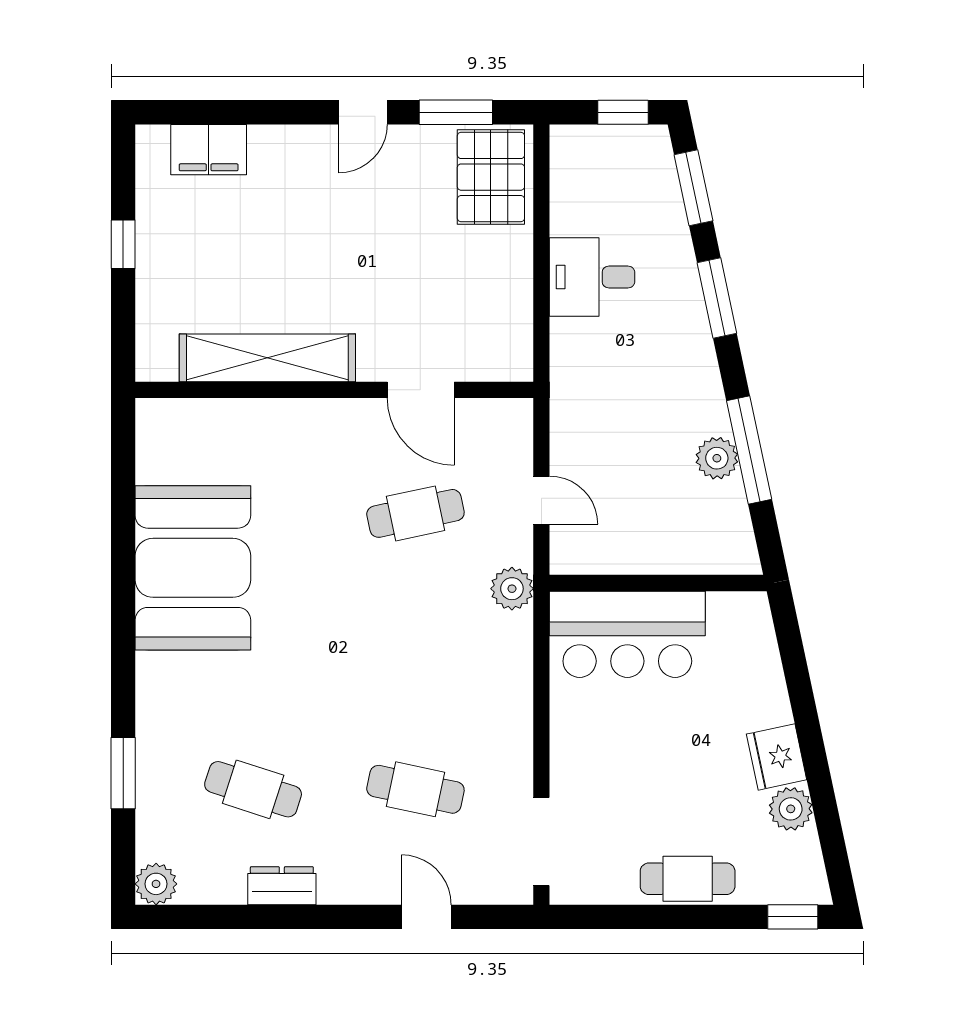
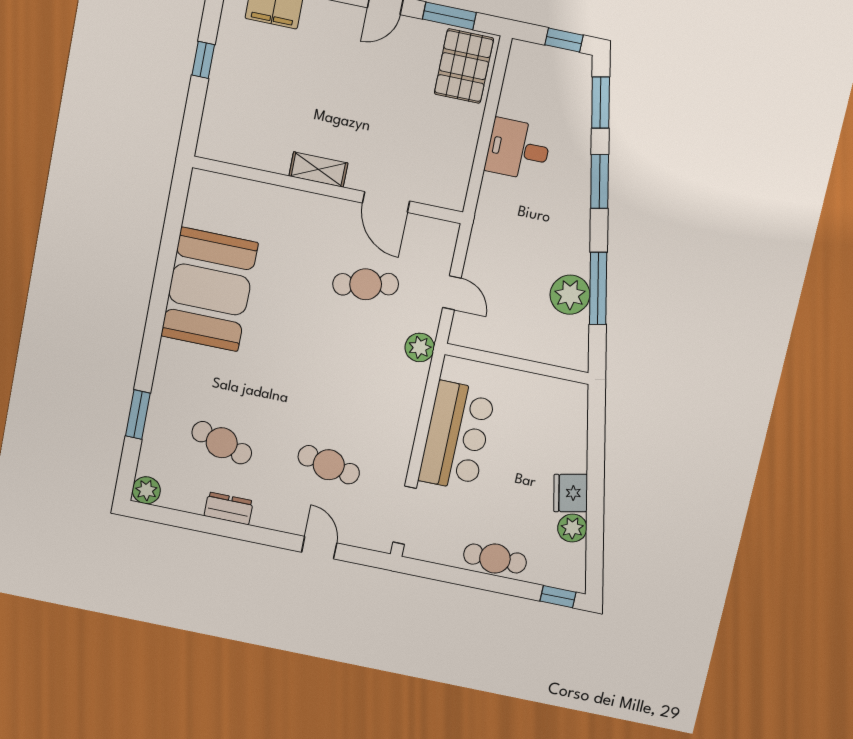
shelving: (267, 358) -> (318, 169), width x0.45, depth x0.75
plant: (717, 458) -> (570, 295), width x1.36, depth x1.36
bar counter: (627, 634) -> (457, 436), moved, turned -90

